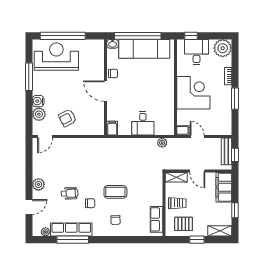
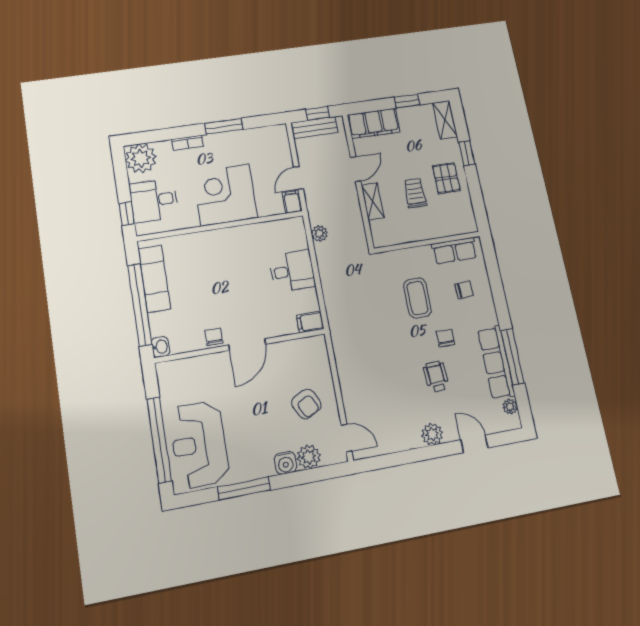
exam couch: (144, 49) -> (154, 279), width x0.73, depth x0.69
wall: (164, 204) -> (427, 242), moved
row of seats: (157, 219) -> (455, 251), moved

